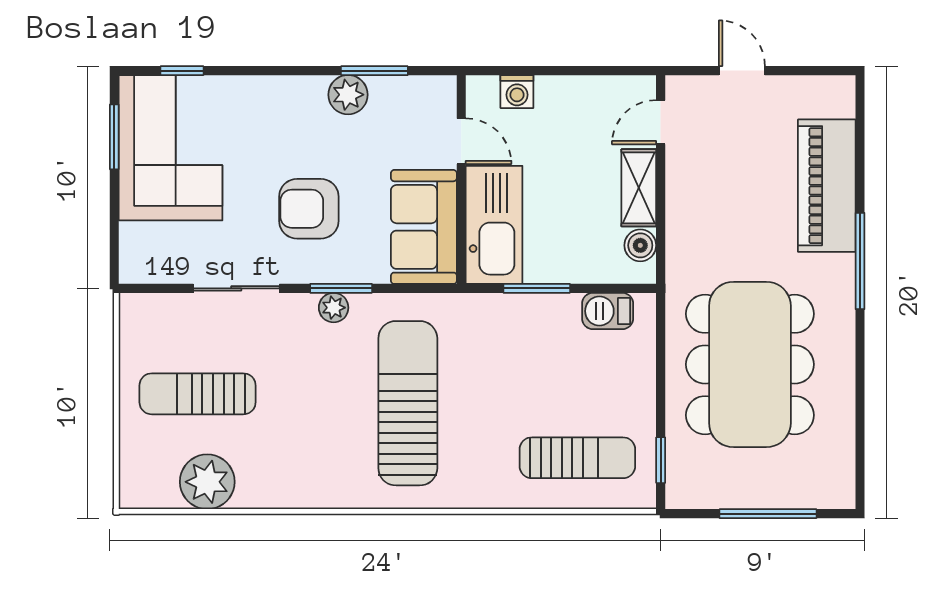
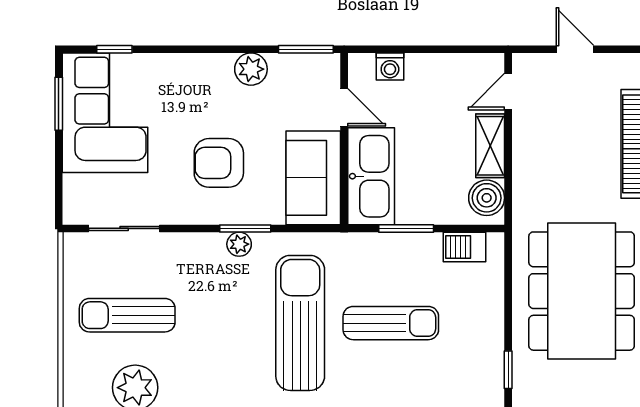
window: (374, 71) -> (306, 49), moved
boiler: (640, 245) -> (487, 198), width x1.36, depth x1.36
sliding door: (236, 288) -> (124, 228), moved
sun lounger: (577, 458) -> (391, 323), moved

